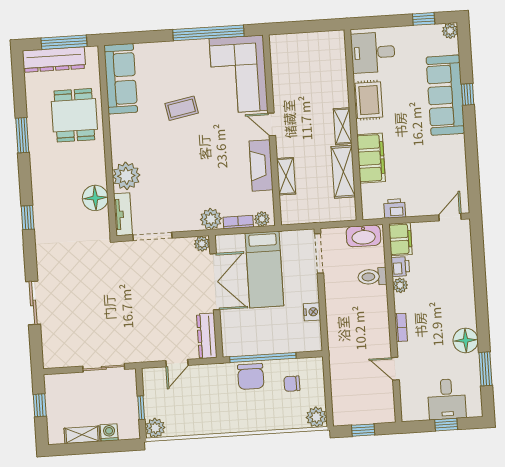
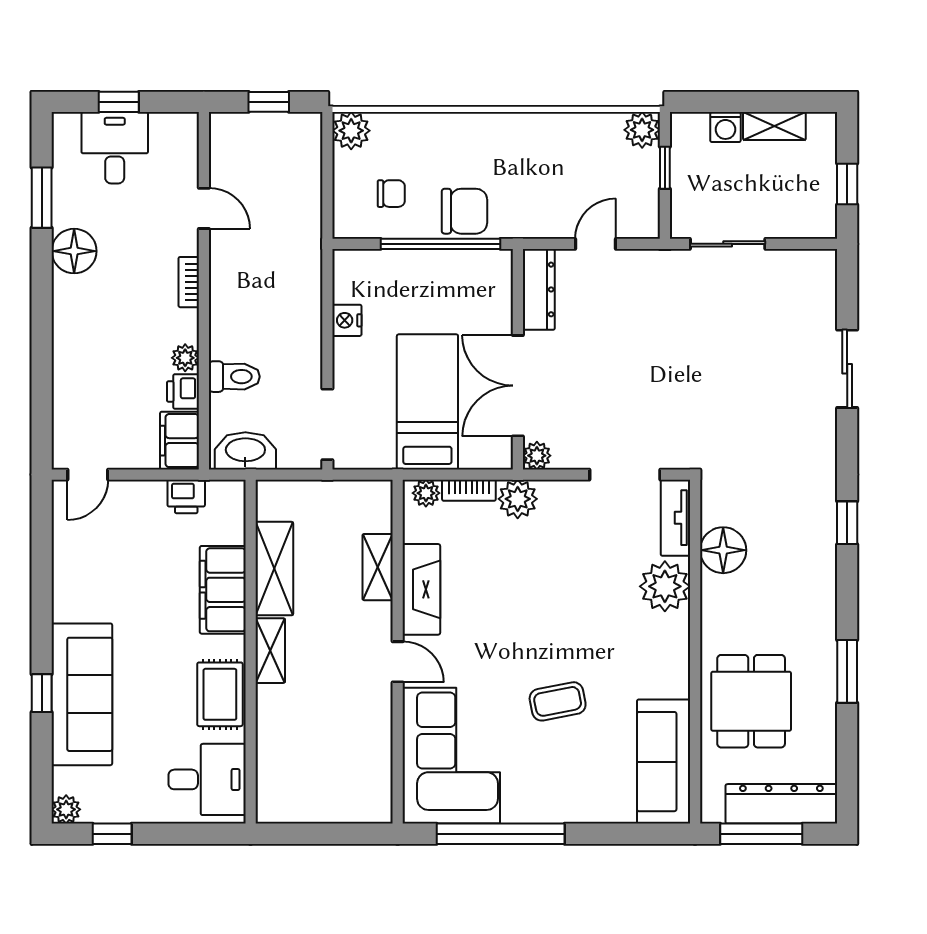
chair: (251, 376) -> (464, 211), turned 90

